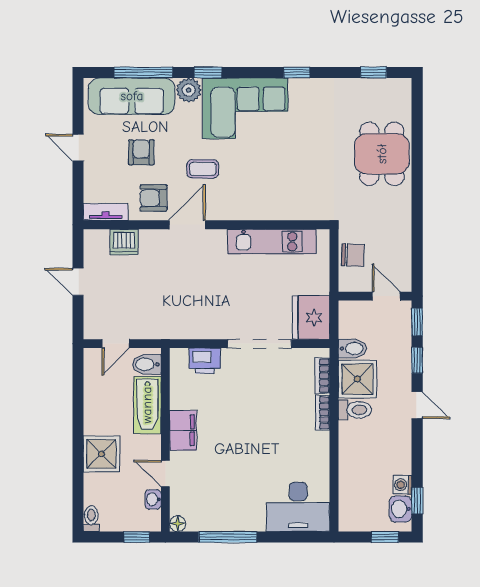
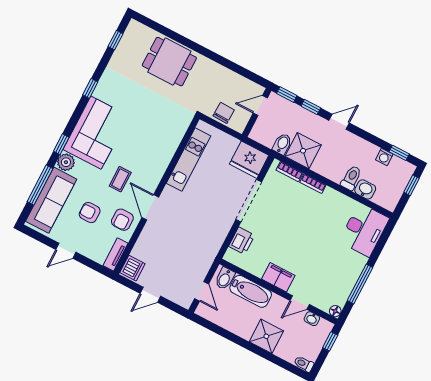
dishwasher: (124, 242) -> (132, 268), moved
toilet: (355, 410) -> (351, 178), moved
washbasin: (401, 509) -> (365, 189), moved, turned 180

